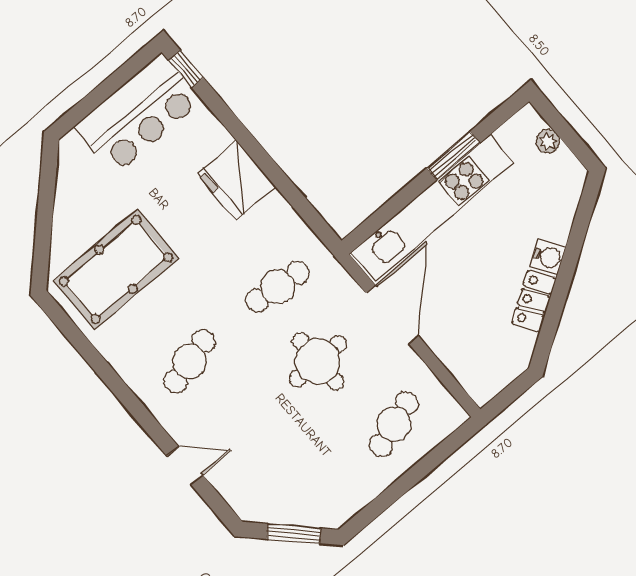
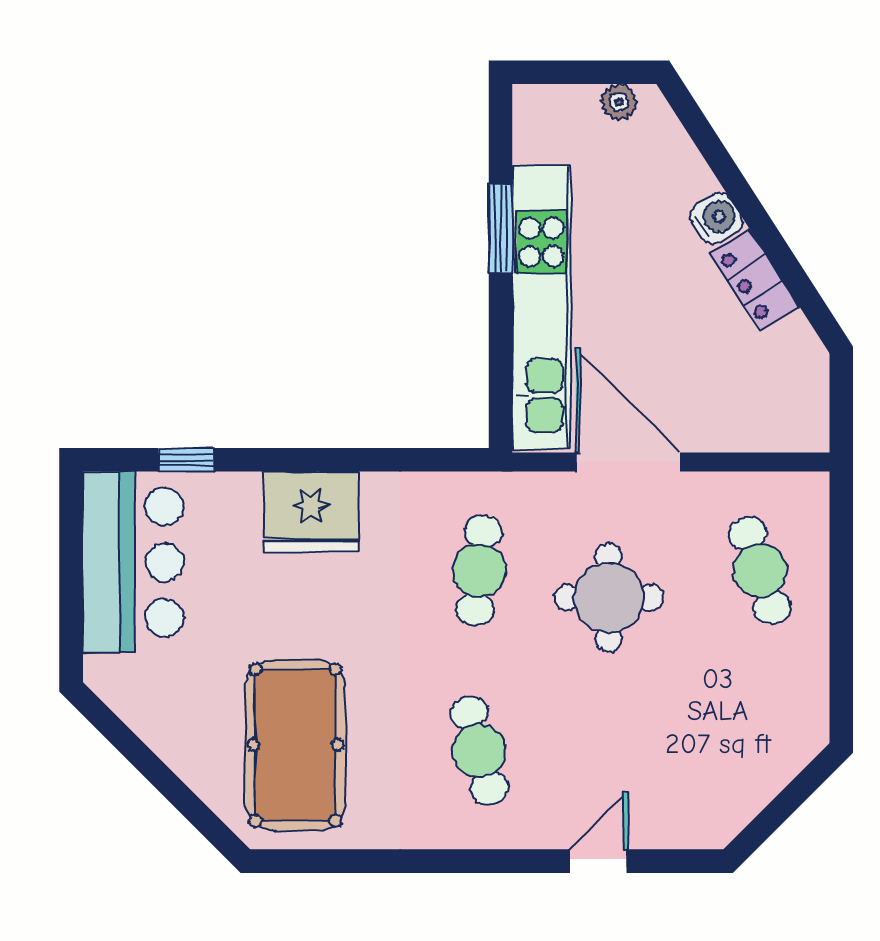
window: (186, 69) -> (186, 460), moved
plant: (548, 141) -> (619, 102), moved
window: (294, 534) -> (789, 800), removed

